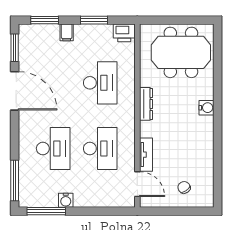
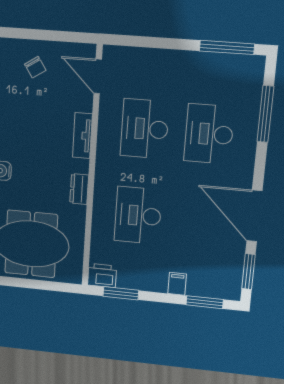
window: (94, 20) -> (121, 293), moved
dresser: (146, 104) -> (79, 189), width x0.70
tv unit: (146, 155) -> (82, 136), moved
window: (15, 181) -> (265, 114), moved
water cooler: (66, 200) -> (198, 61), removed

